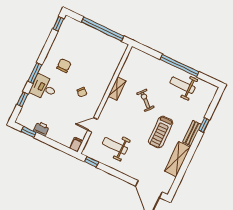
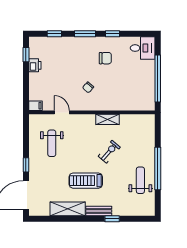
window: (58, 24) -> (113, 34), moved
desk: (44, 88) -> (143, 48), moved, turned 90
weight bench: (115, 146) -> (52, 143), turned 180
window: (92, 162) -> (26, 165), moved

